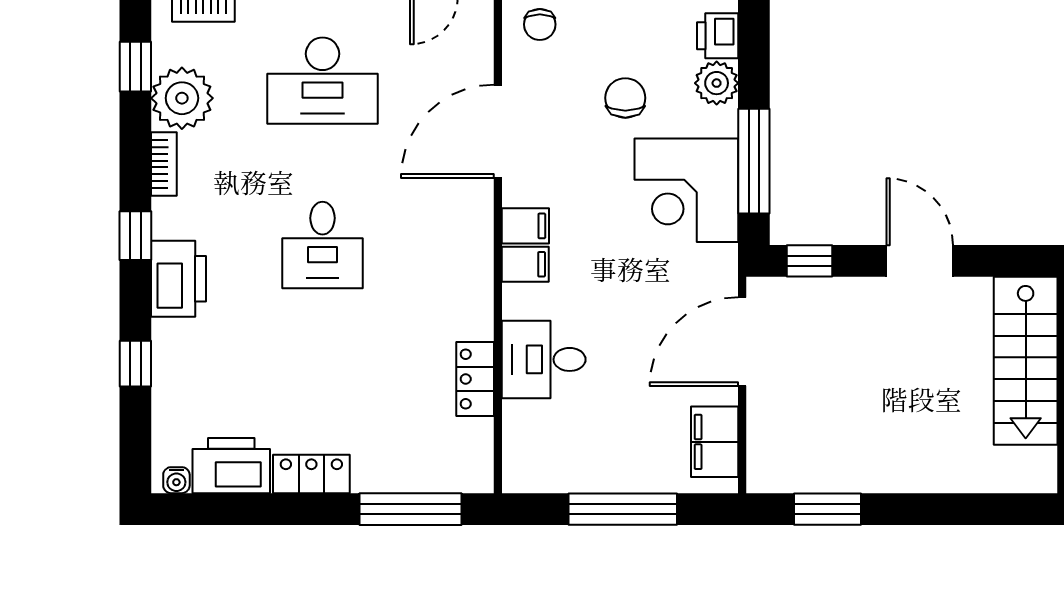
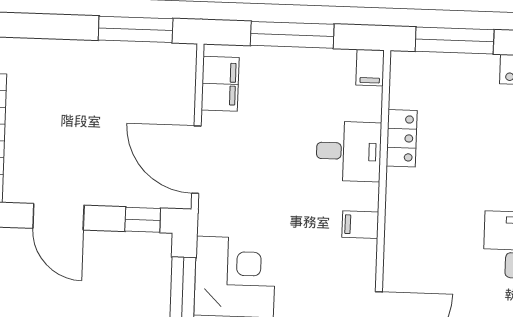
filing cabinet: (525, 226) -> (370, 68), moved, turned -90
door: (742, 342) -> (196, 160), swing flipped
window: (827, 509) -> (136, 29), width x1.44

